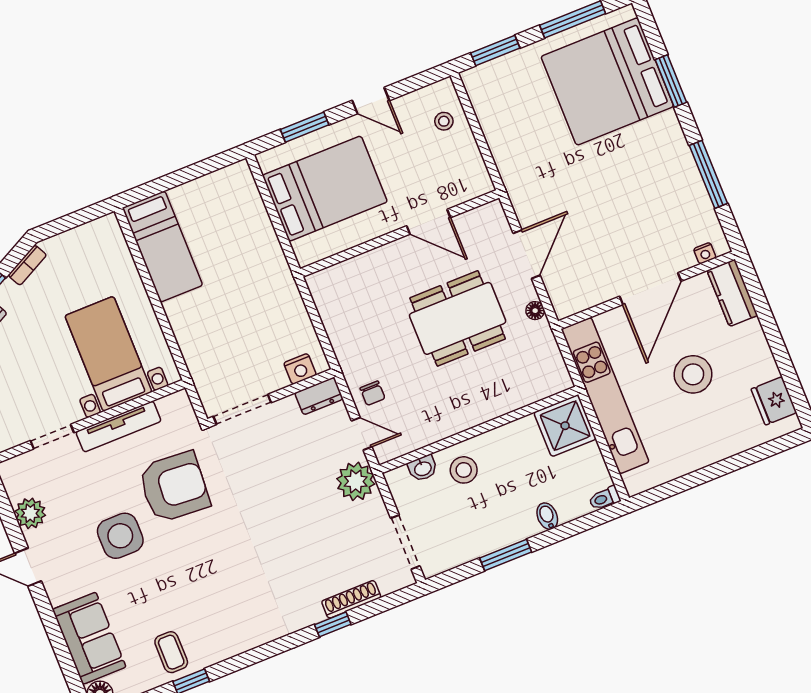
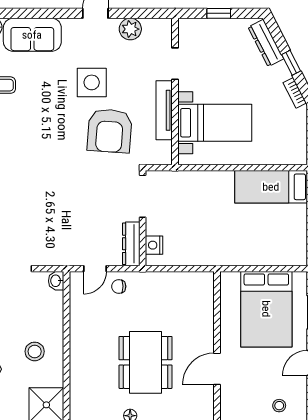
dresser: (319, 396) -> (131, 244), width x1.44
washbasin: (423, 468) -> (56, 281), moved
stool: (464, 470) -> (35, 351), moved
plant: (356, 481) -> (65, 252), removed

